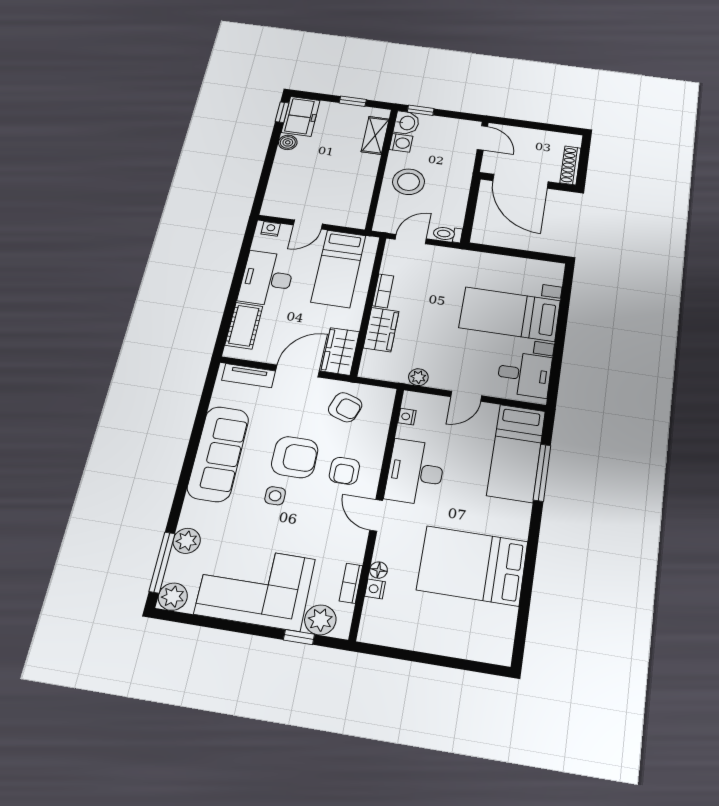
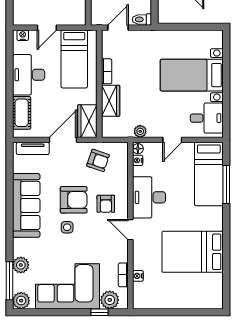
floor lamp: (379, 570) -> (138, 149), moved

